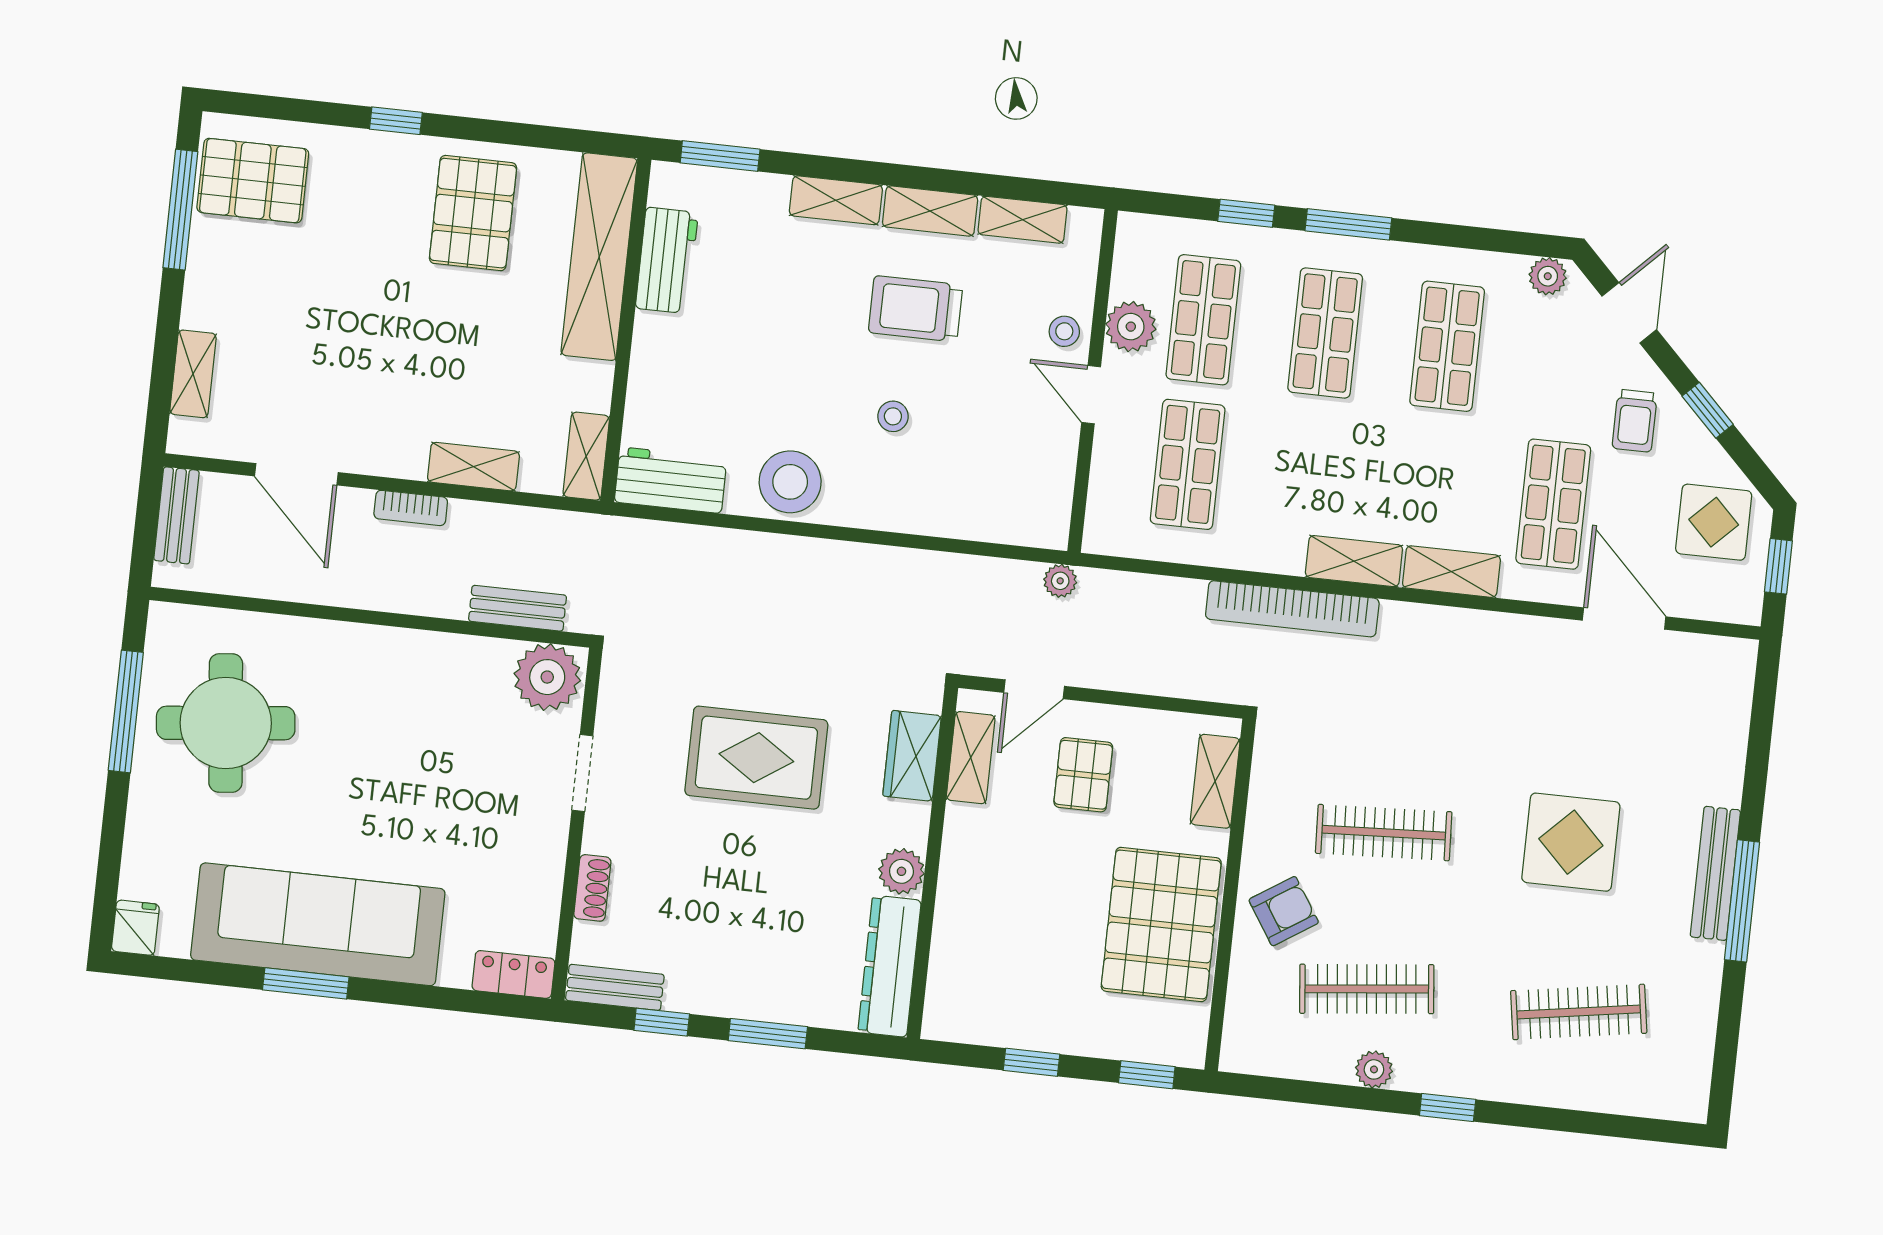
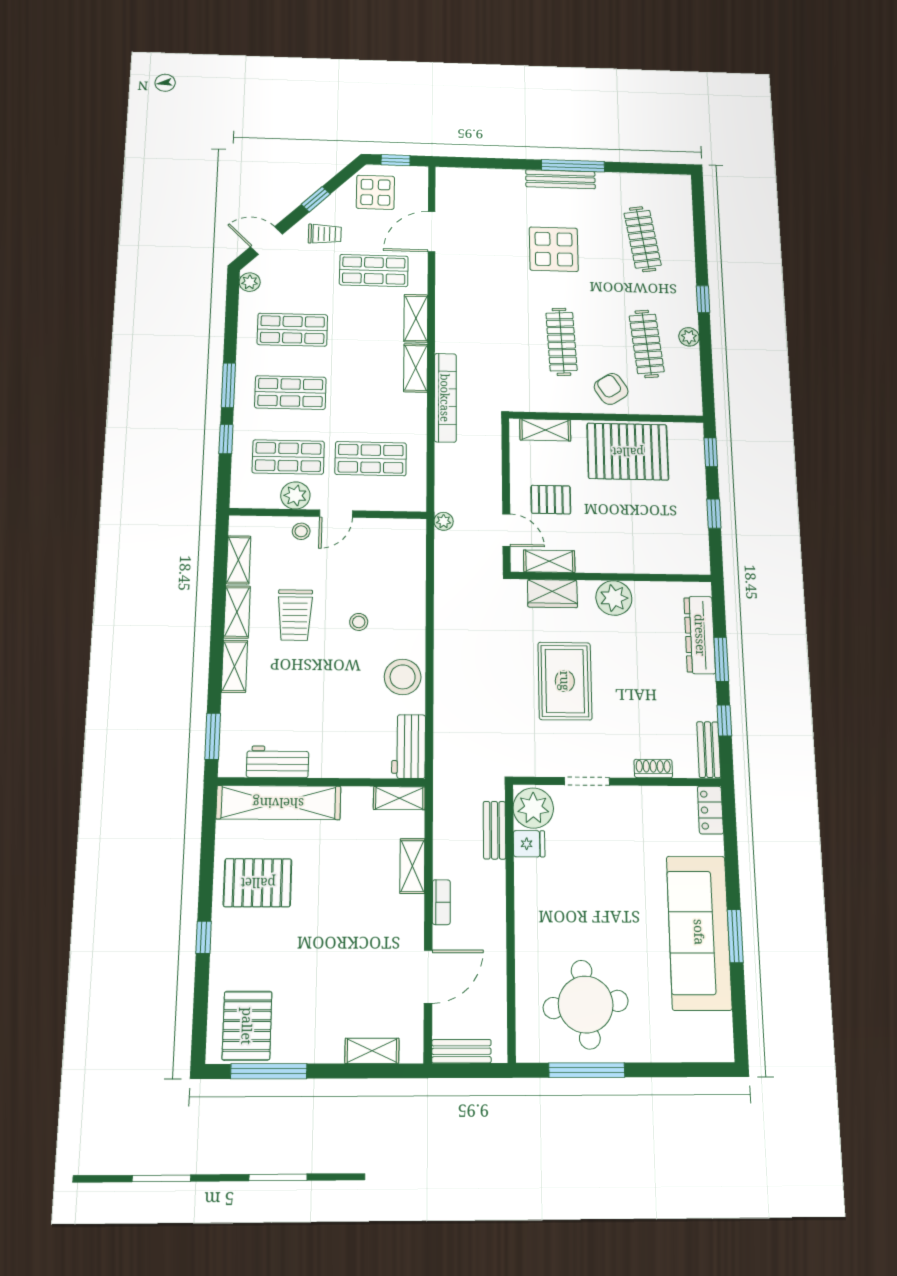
plant: (901, 871) -> (614, 598), width x1.36, depth x1.36
fridge: (135, 928) -> (529, 844), moved, turned 180
dresser: (890, 966) -> (700, 635), moved, turned 90

